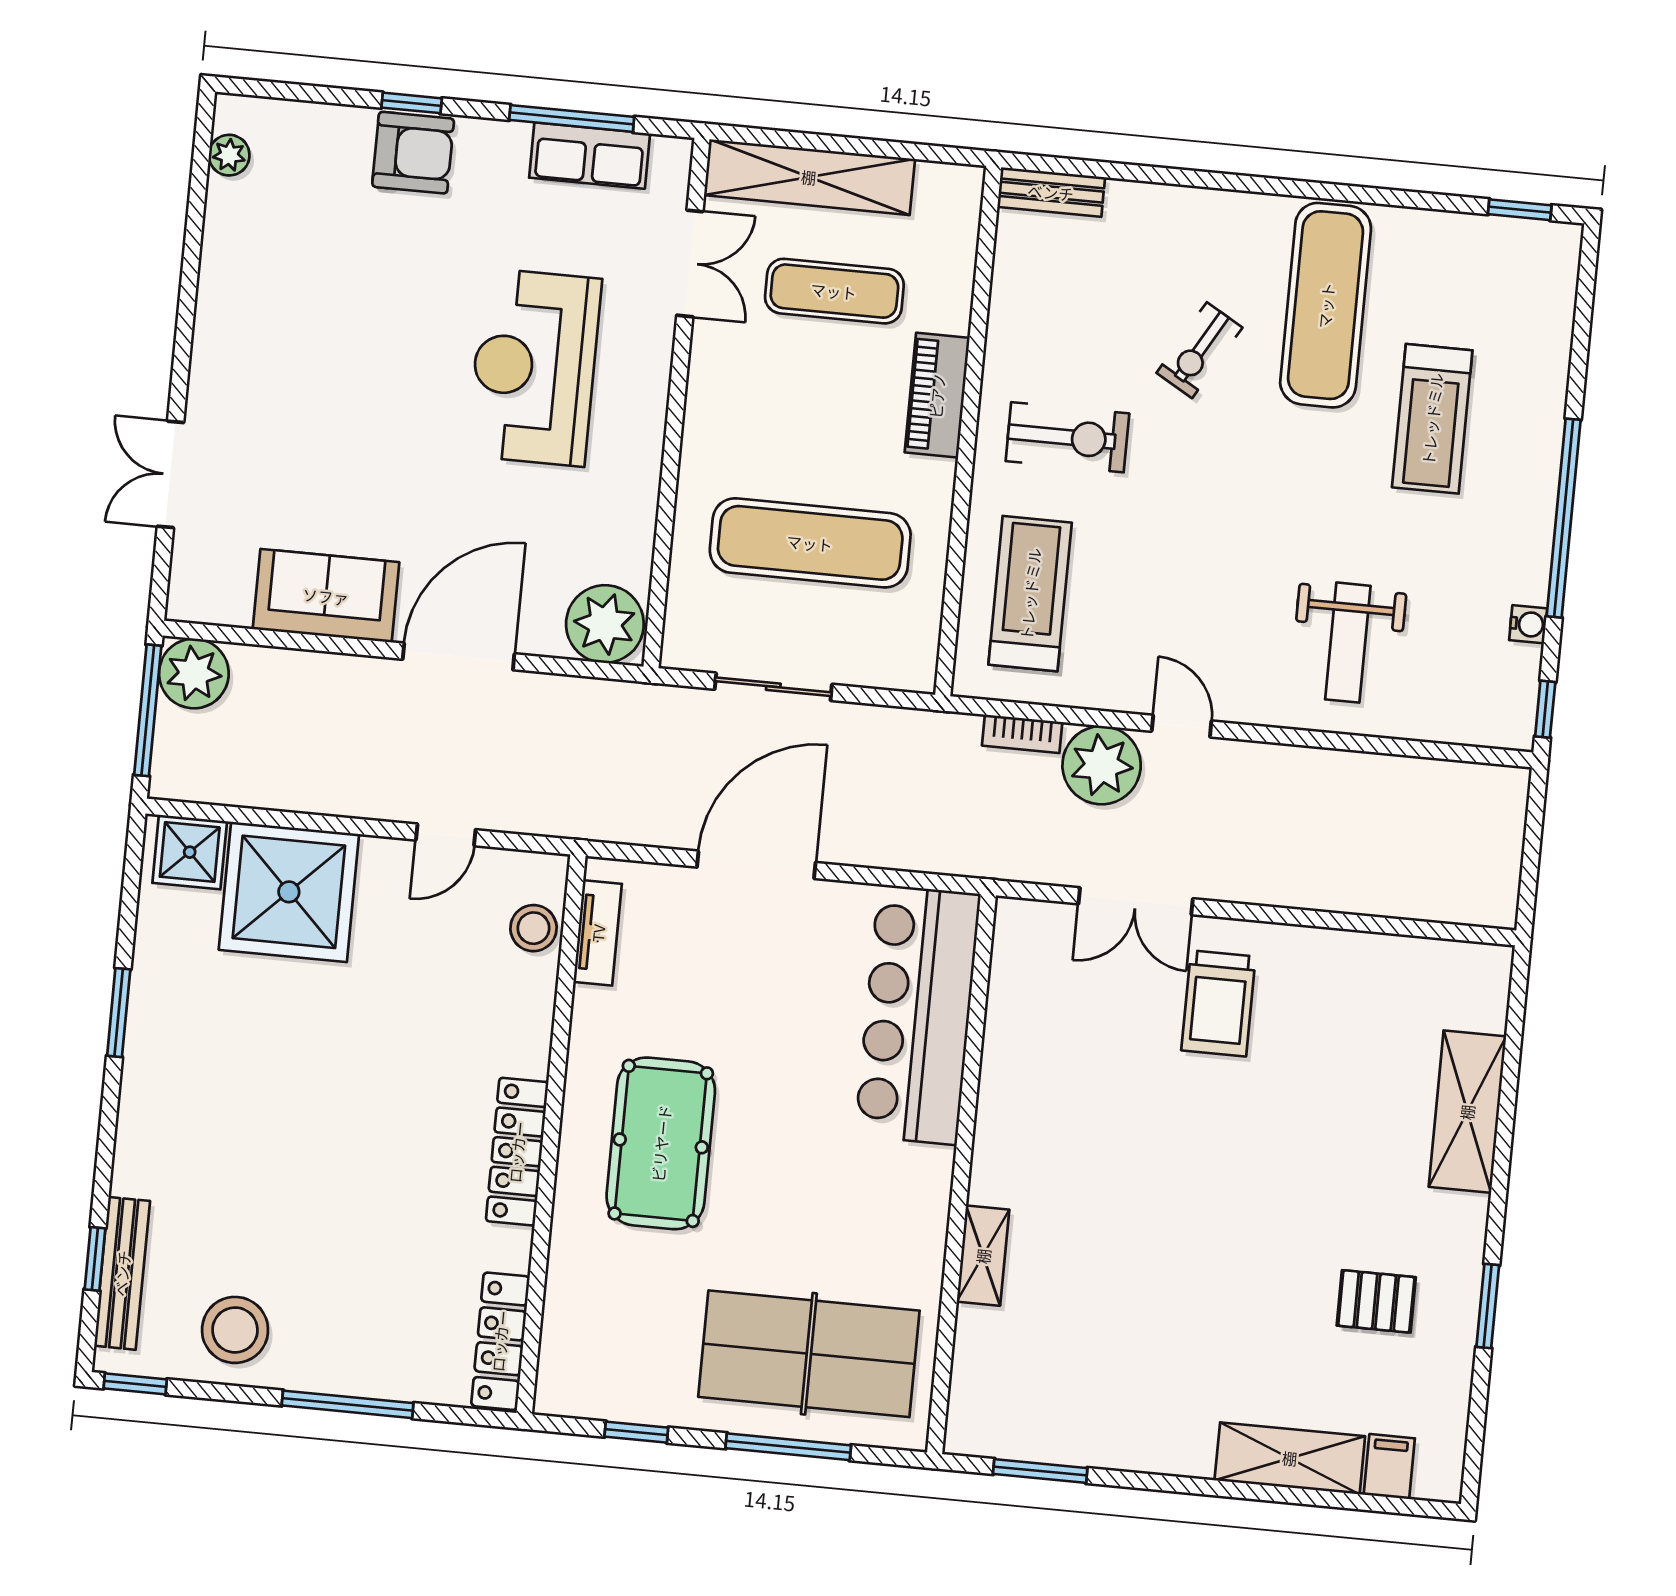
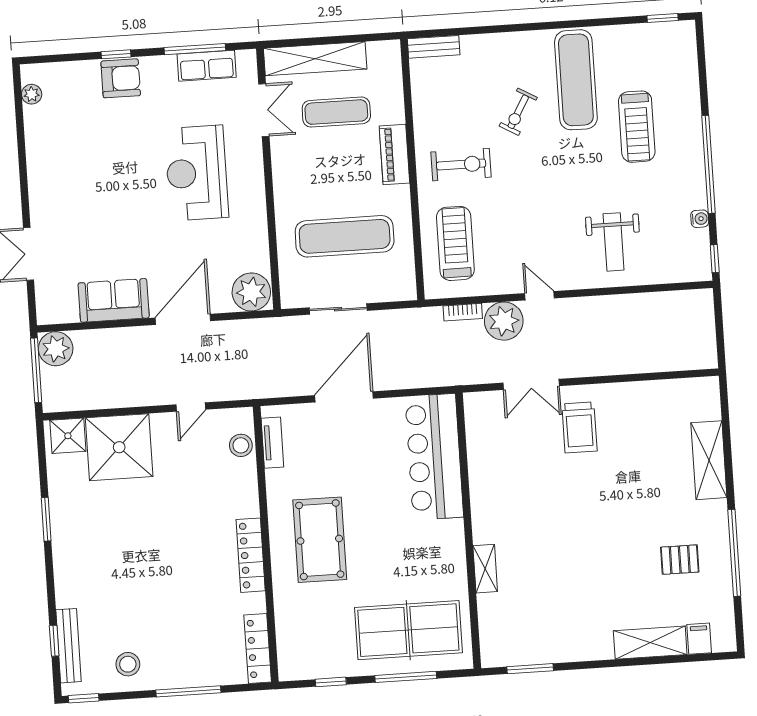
window: (1488, 1306) -> (734, 553), width x2.11
stool: (235, 1330) -> (128, 664), width x0.73, depth x0.73

